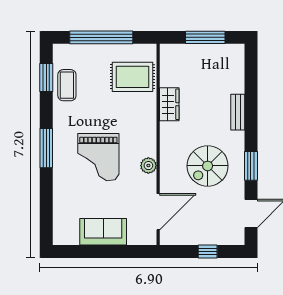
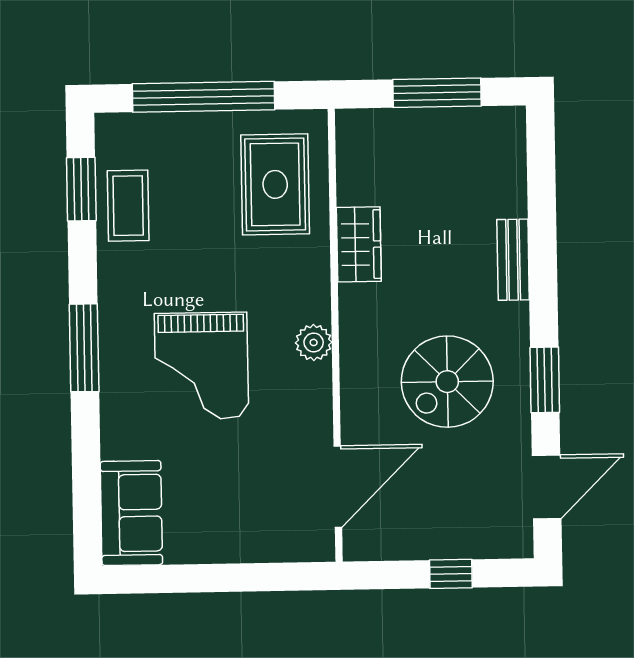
rug: (133, 77) -> (275, 184), turned 90
plant: (148, 166) -> (314, 342), moved
sofa: (103, 232) -> (131, 513), moved, turned 90

